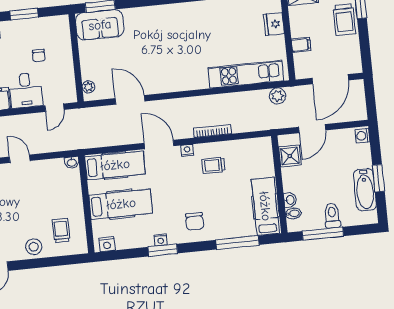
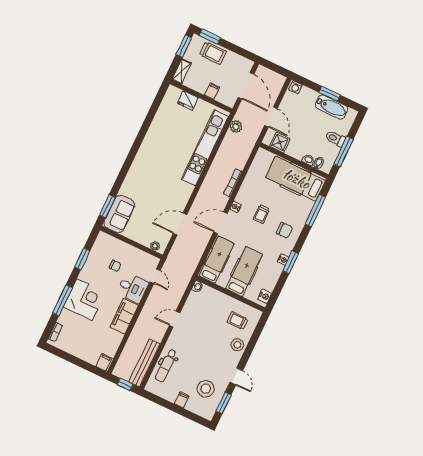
kitchen unit: (246, 74) -> (205, 148), width x1.36
trolley: (213, 165) -> (261, 214), moved
hospital bed: (265, 206) -> (296, 179), width x1.37, depth x1.29

